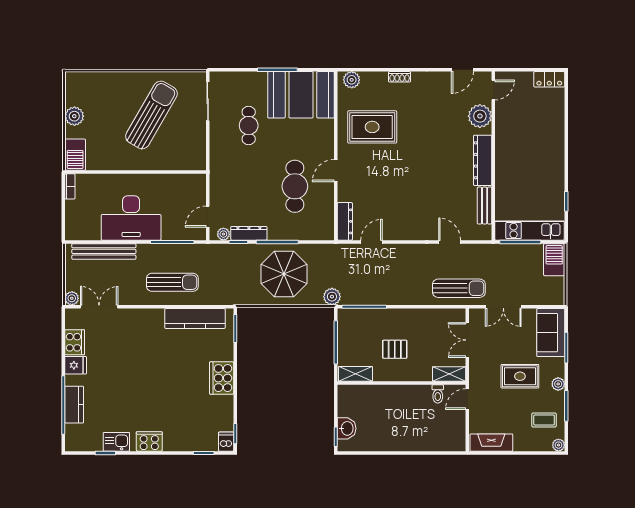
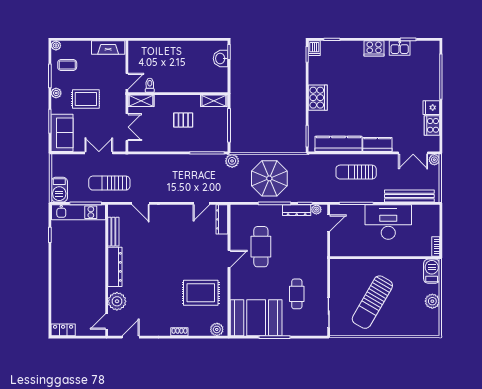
sun lounger: (459, 288) -> (109, 183), moved
kitchen counter: (74, 405) -> (377, 144), moved, turned 90

